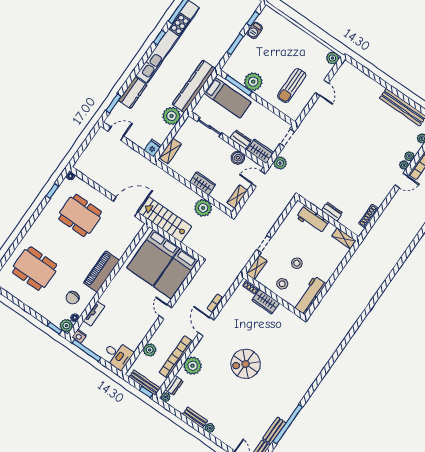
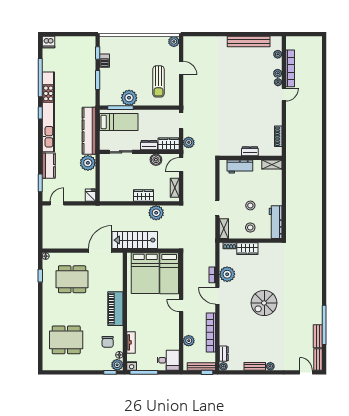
shelving: (170, 151) -> (104, 188), removed
plant: (193, 366) -> (227, 274), moved

